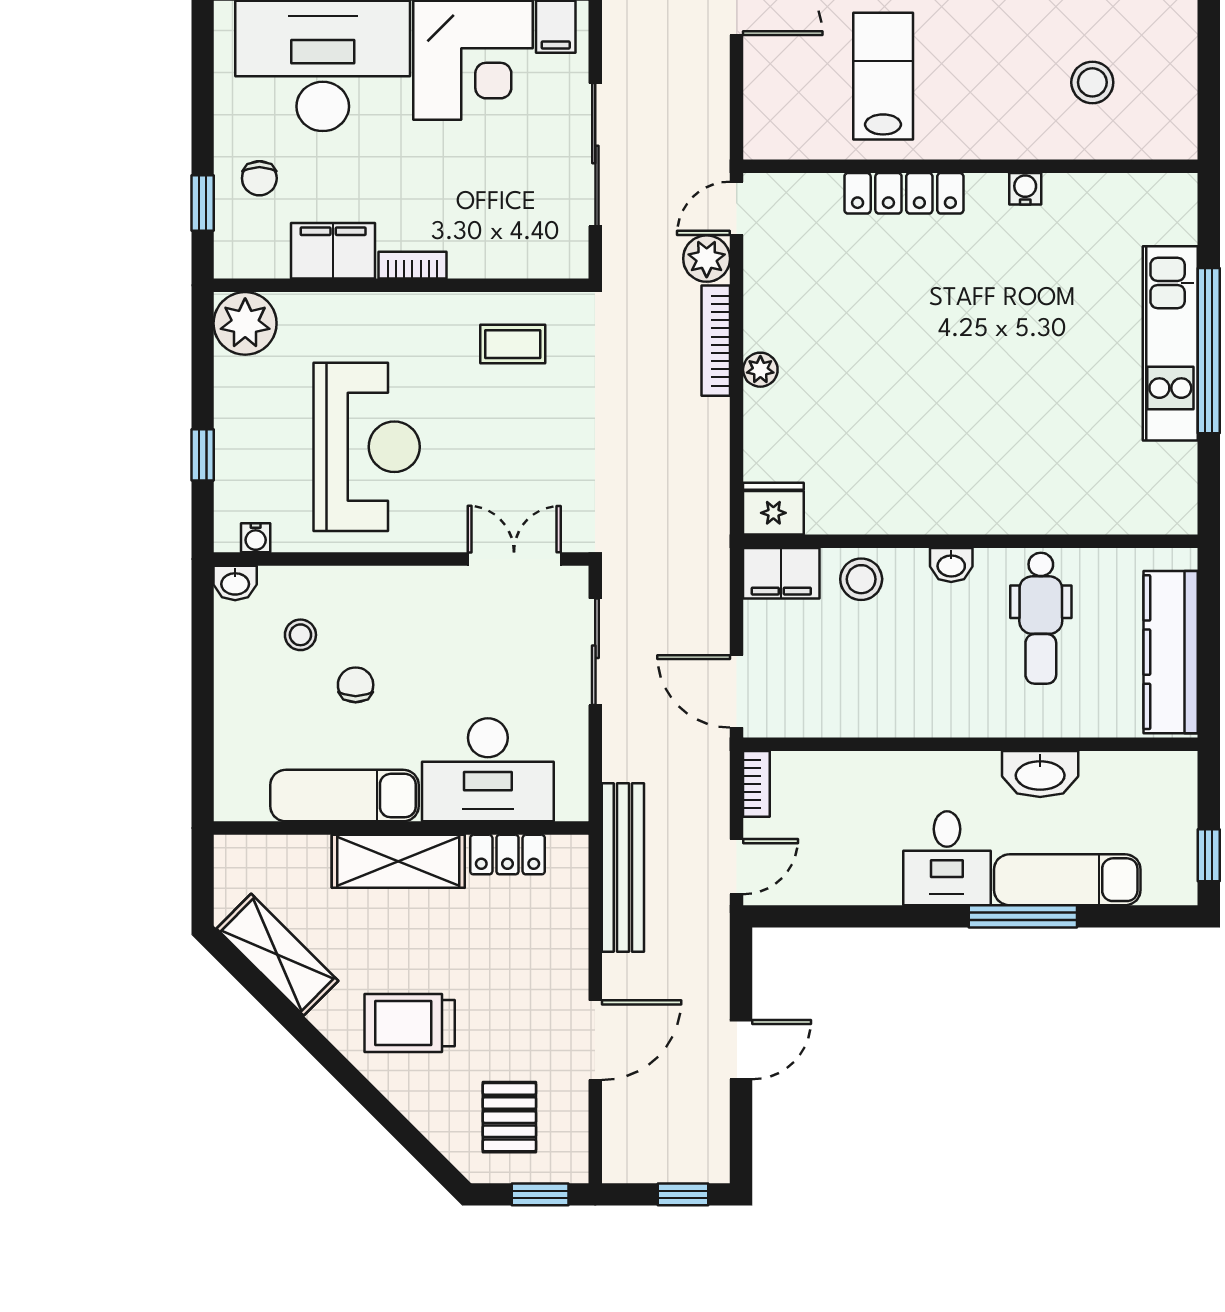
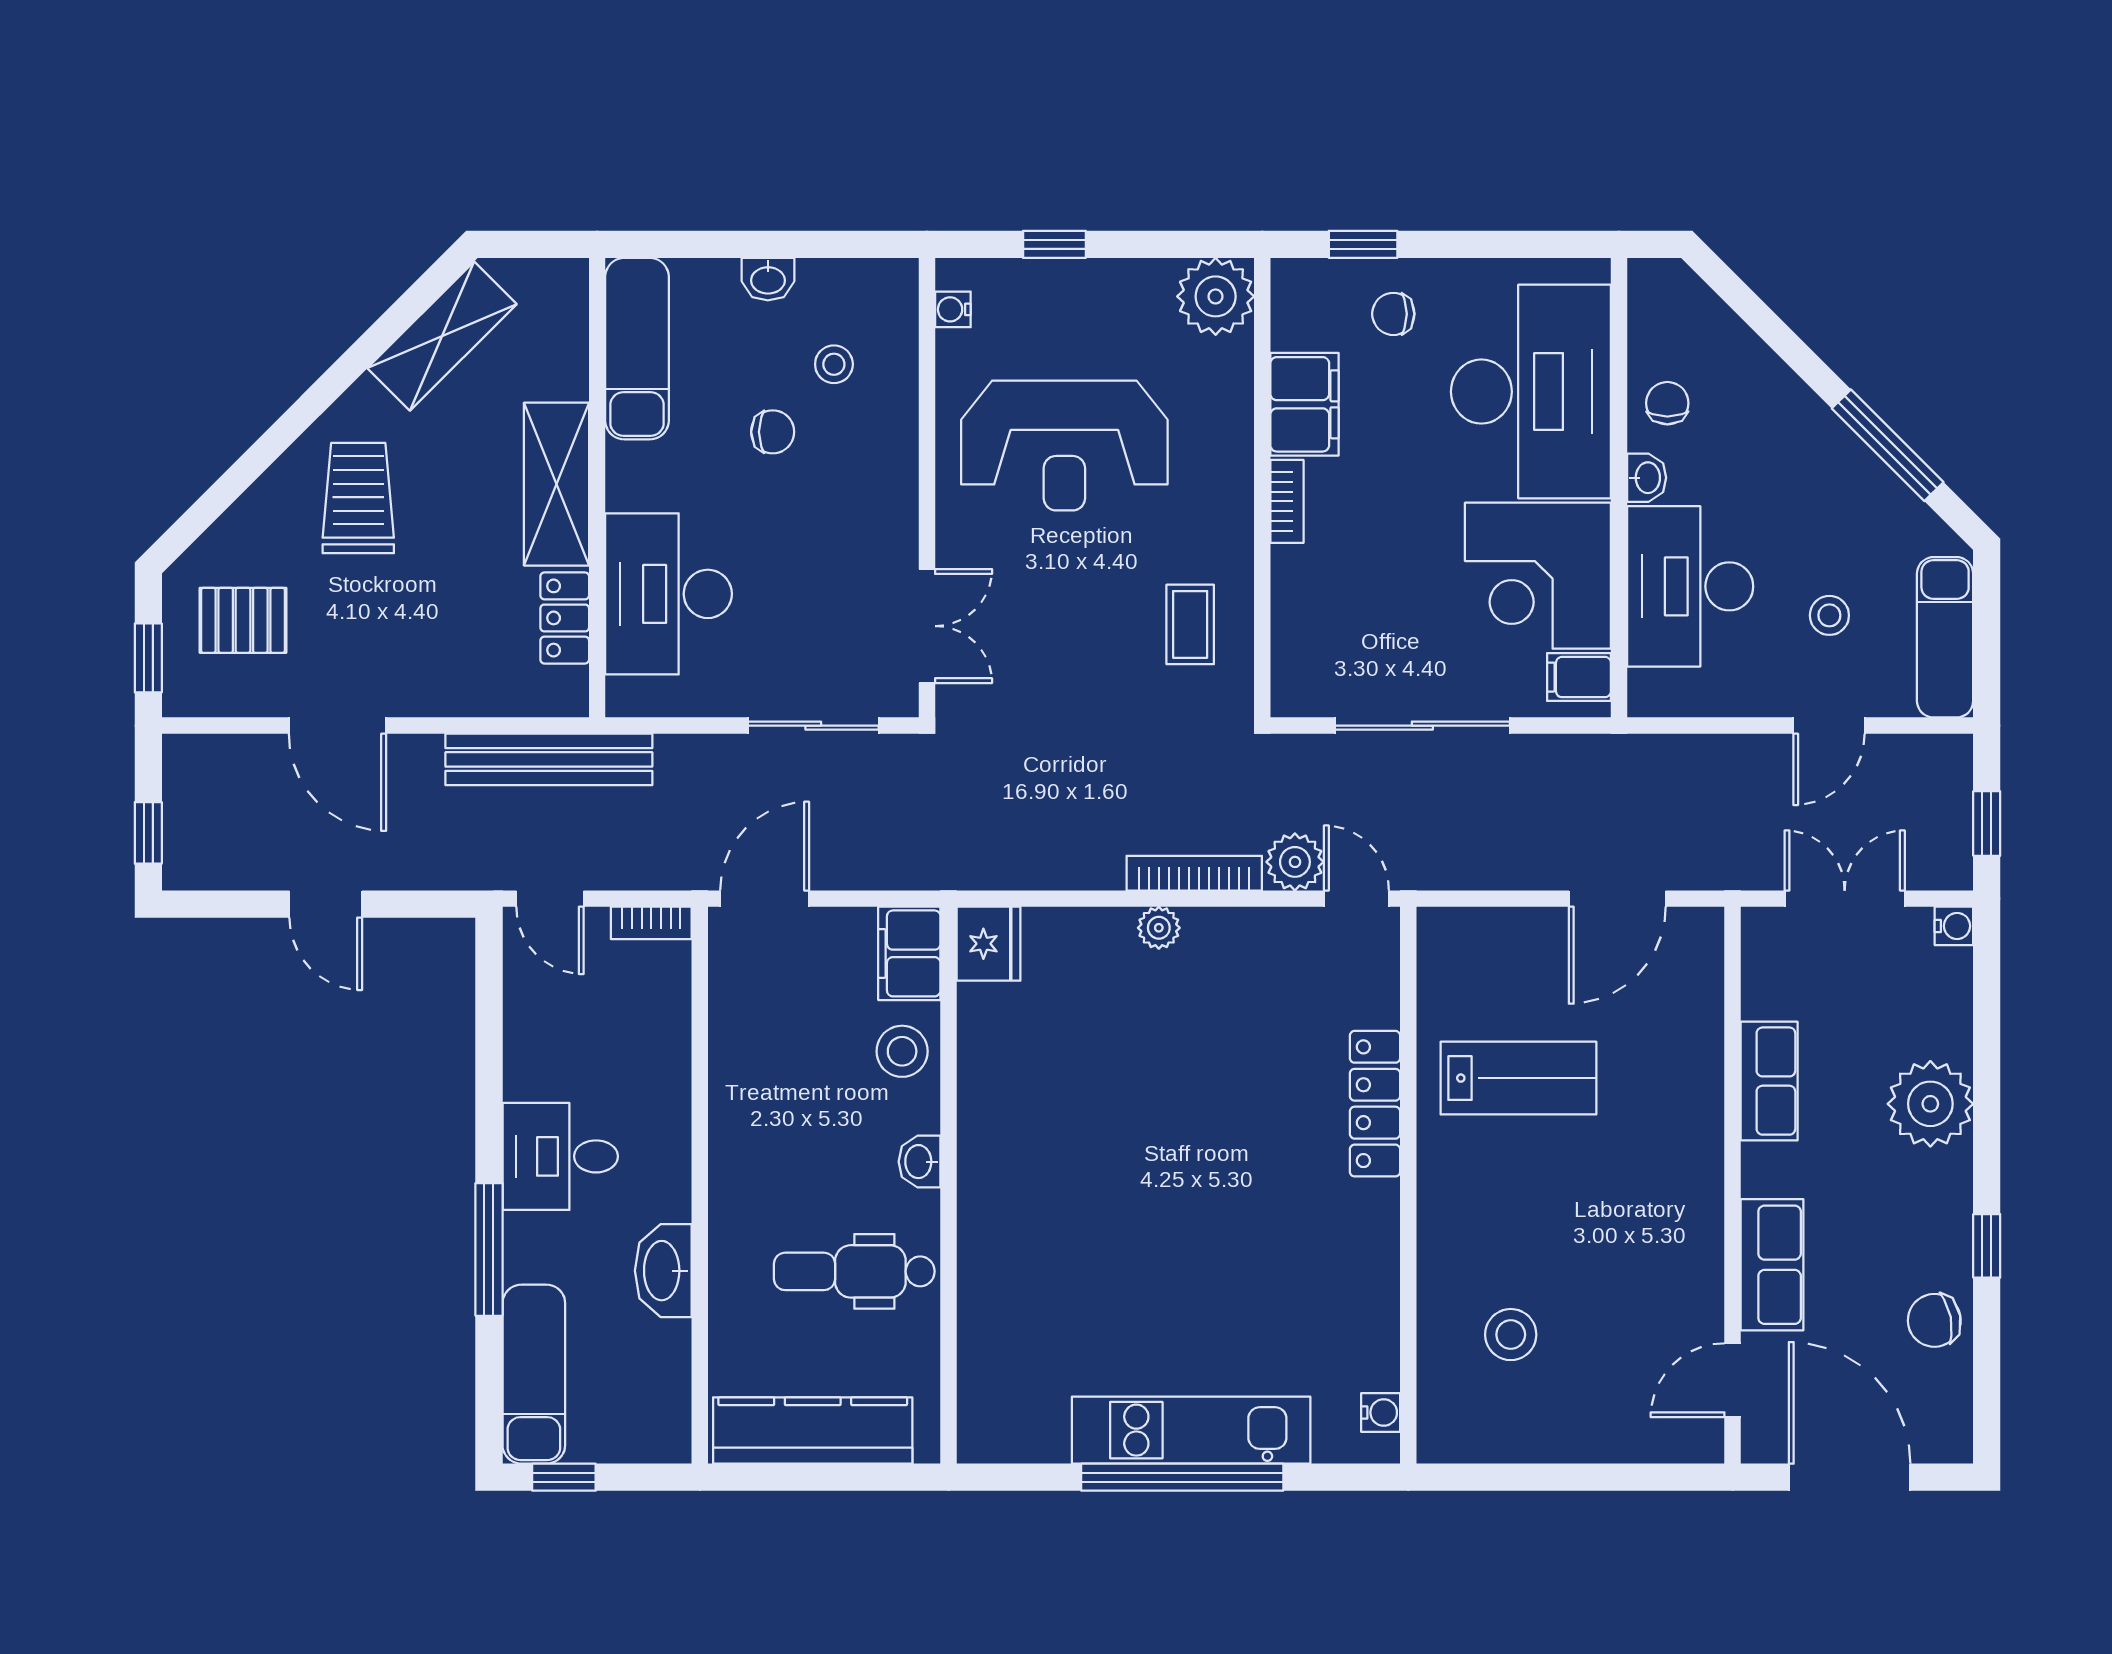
water cooler: (1025, 189) -> (1381, 1412), moved
washbasin: (235, 583) -> (768, 279), moved, turned -90
exam couch: (344, 796) -> (637, 349), moved
exam couch: (1067, 880) -> (534, 1374), moved

